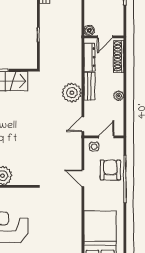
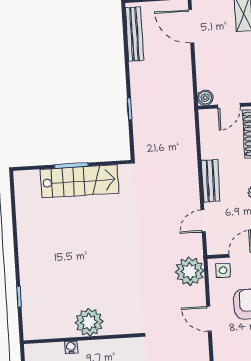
dresser: (90, 57) -> (208, 138), removed
plant: (72, 93) -> (190, 271), moved
door: (83, 124) -> (203, 221), moved

